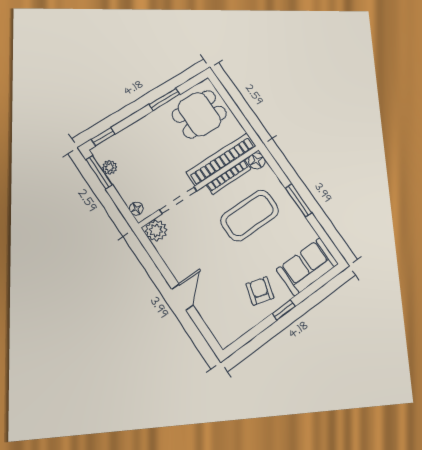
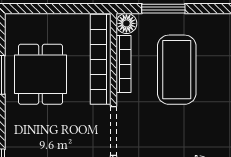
dining table: (199, 114) -> (40, 74), moved
window: (298, 200) -> (163, 9), moved

